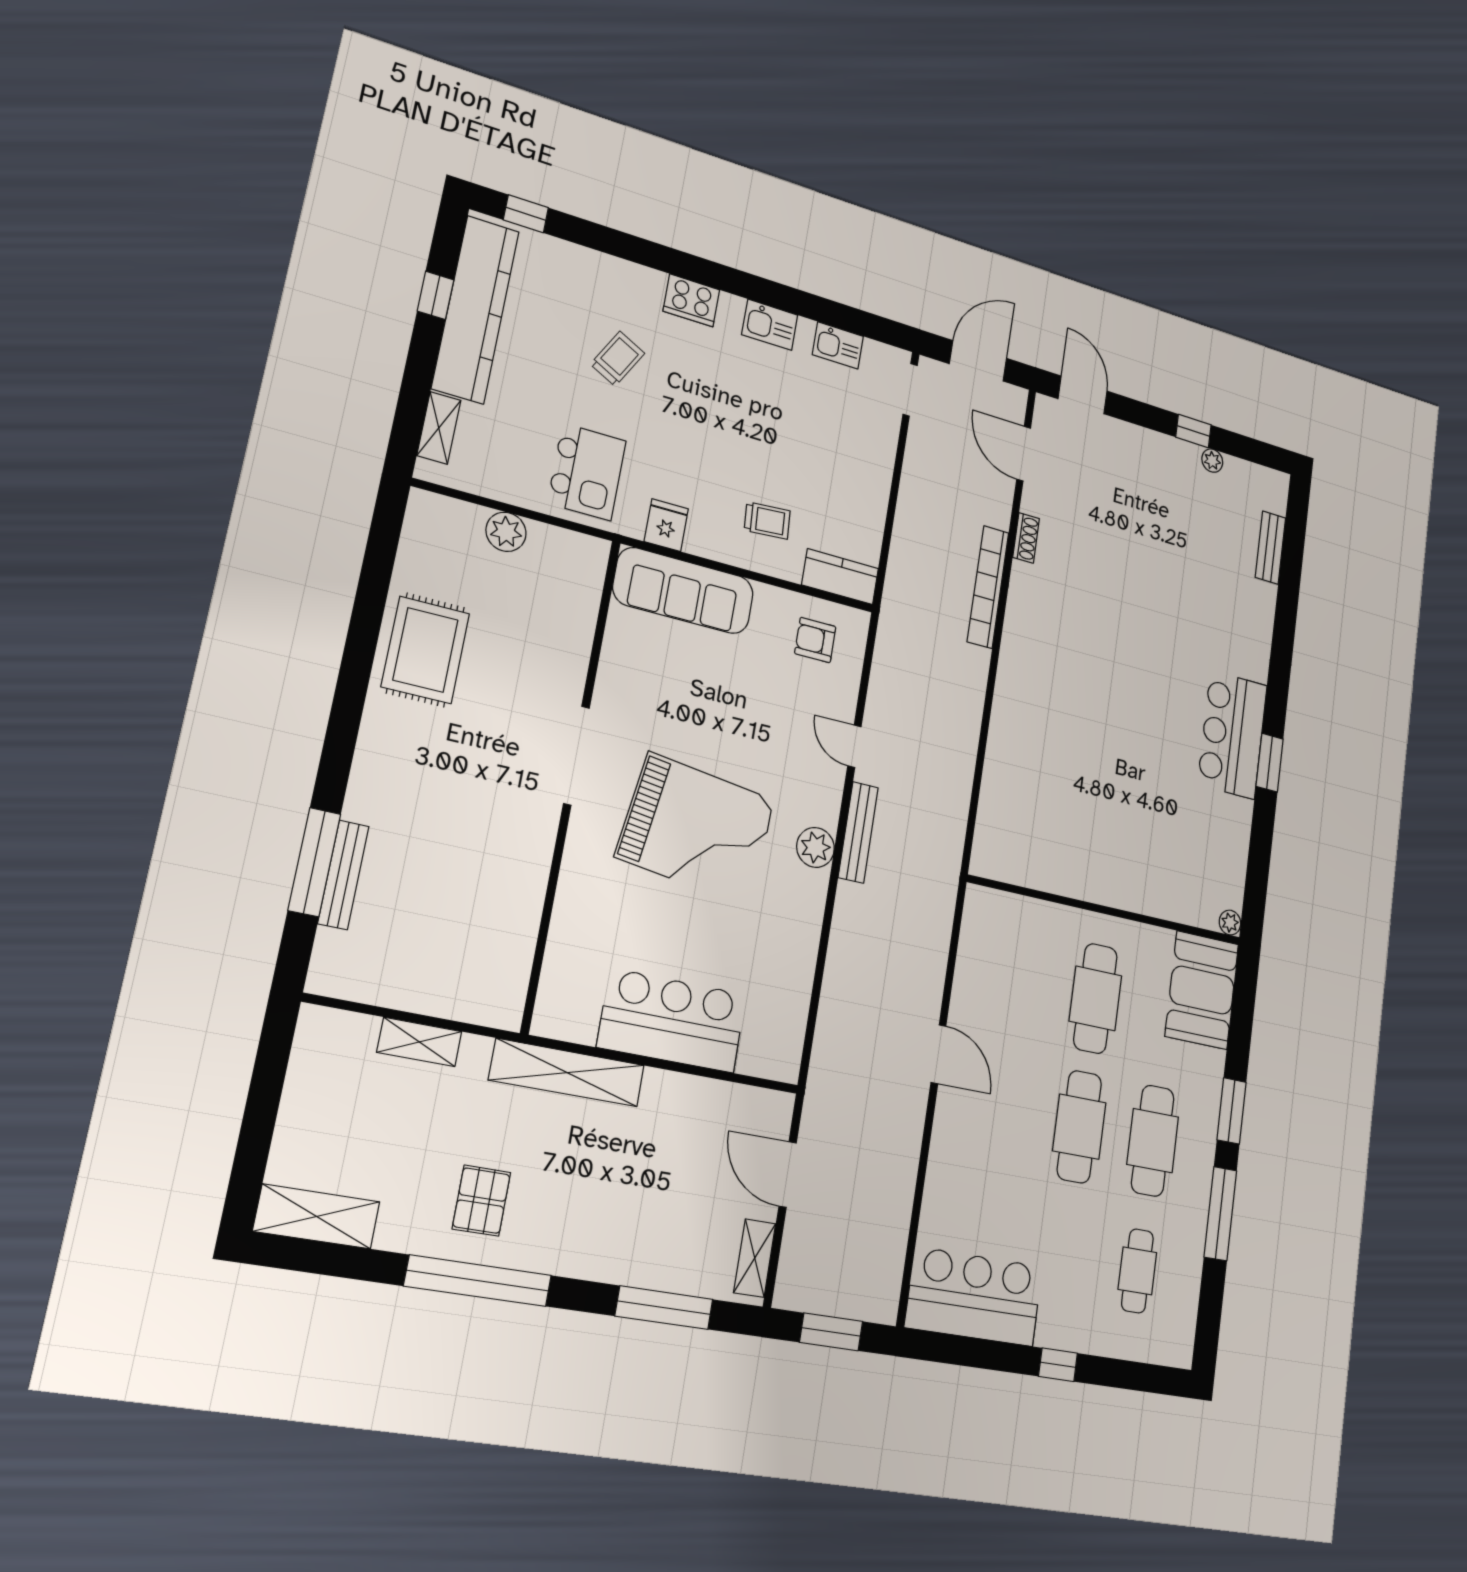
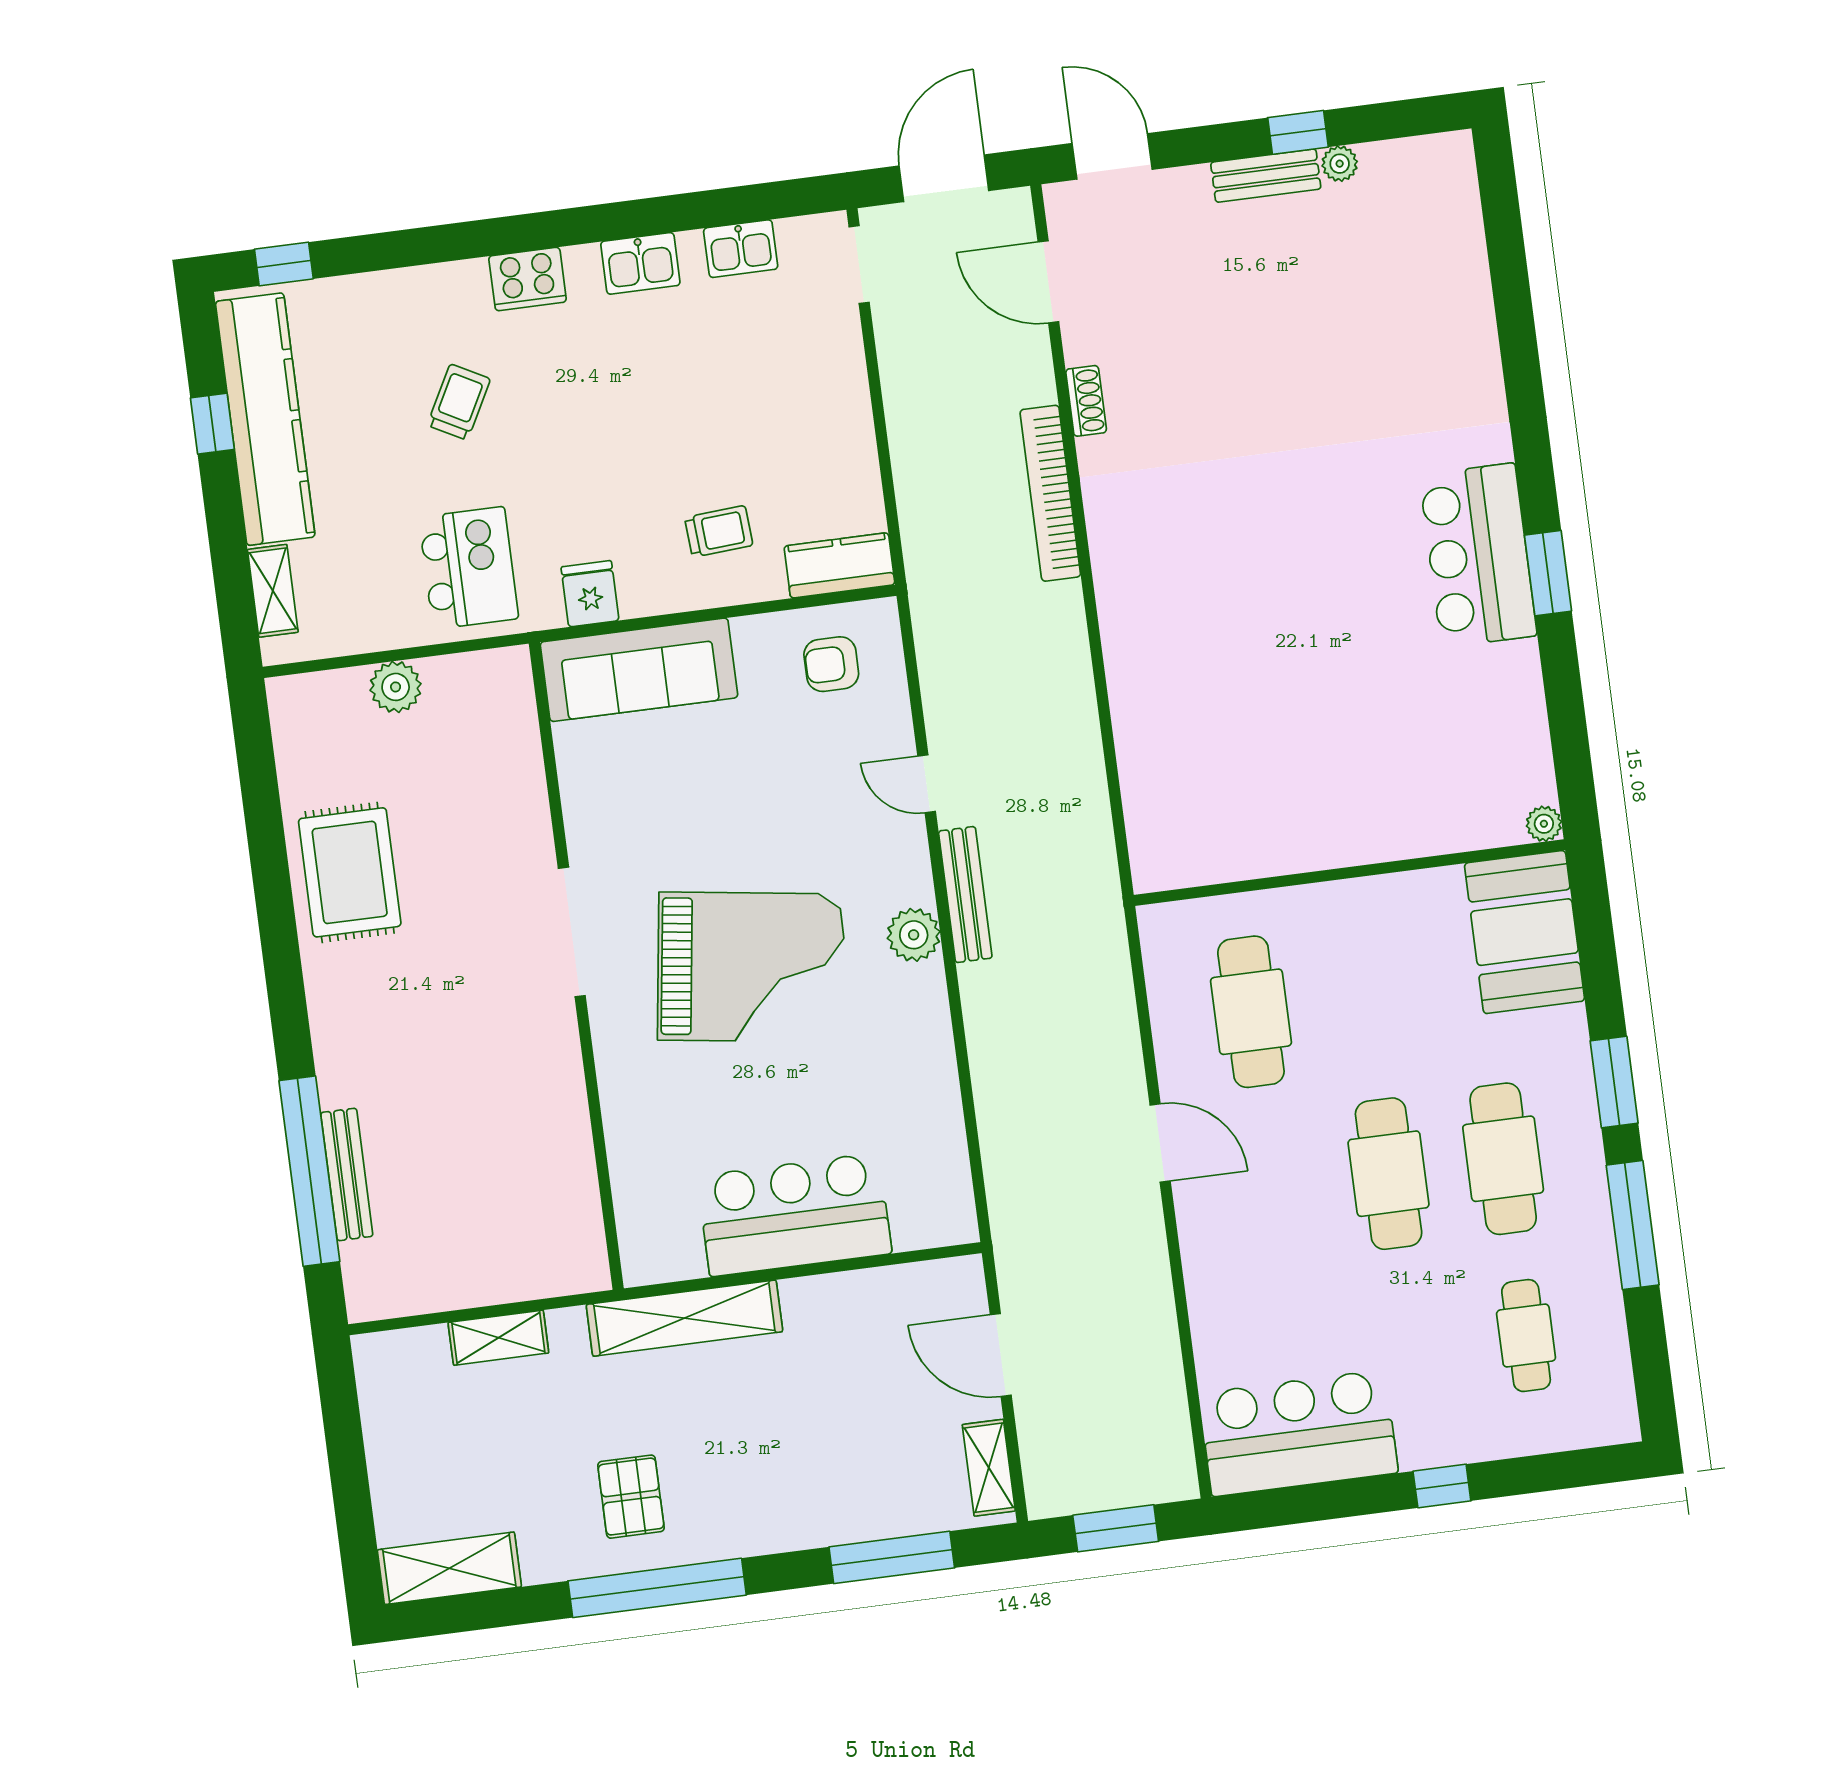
bench: (1270, 548) -> (1266, 176), moved, turned 90
window: (314, 862) -> (309, 1171), width x1.46
cafe table: (1095, 998) -> (1251, 1012), moved

